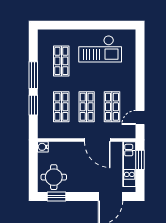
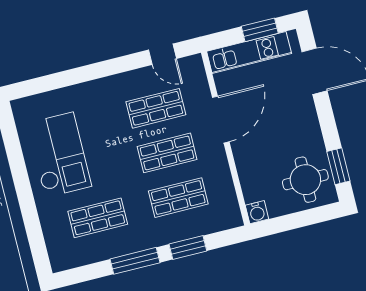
window: (140, 160) -> (260, 30), moved

